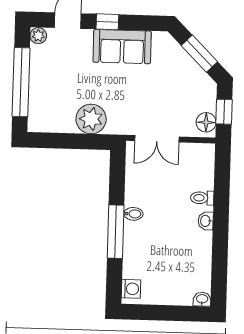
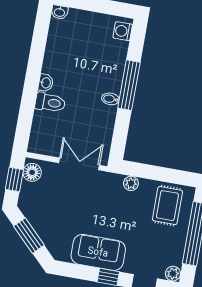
rug: (55, 108) -> (167, 206), added
plant: (91, 119) -> (131, 183), width x0.53, depth x0.53
toilet: (202, 198) -> (50, 103), width x1.37, depth x1.39

